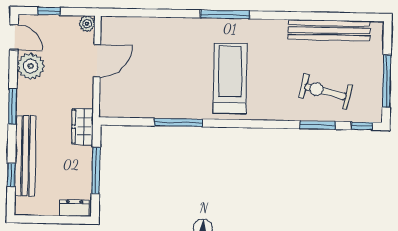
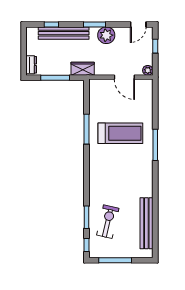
window: (225, 14) -> (155, 145), moved
plant: (31, 66) -> (106, 35), moved
treadmill: (230, 78) -> (120, 133), moved

